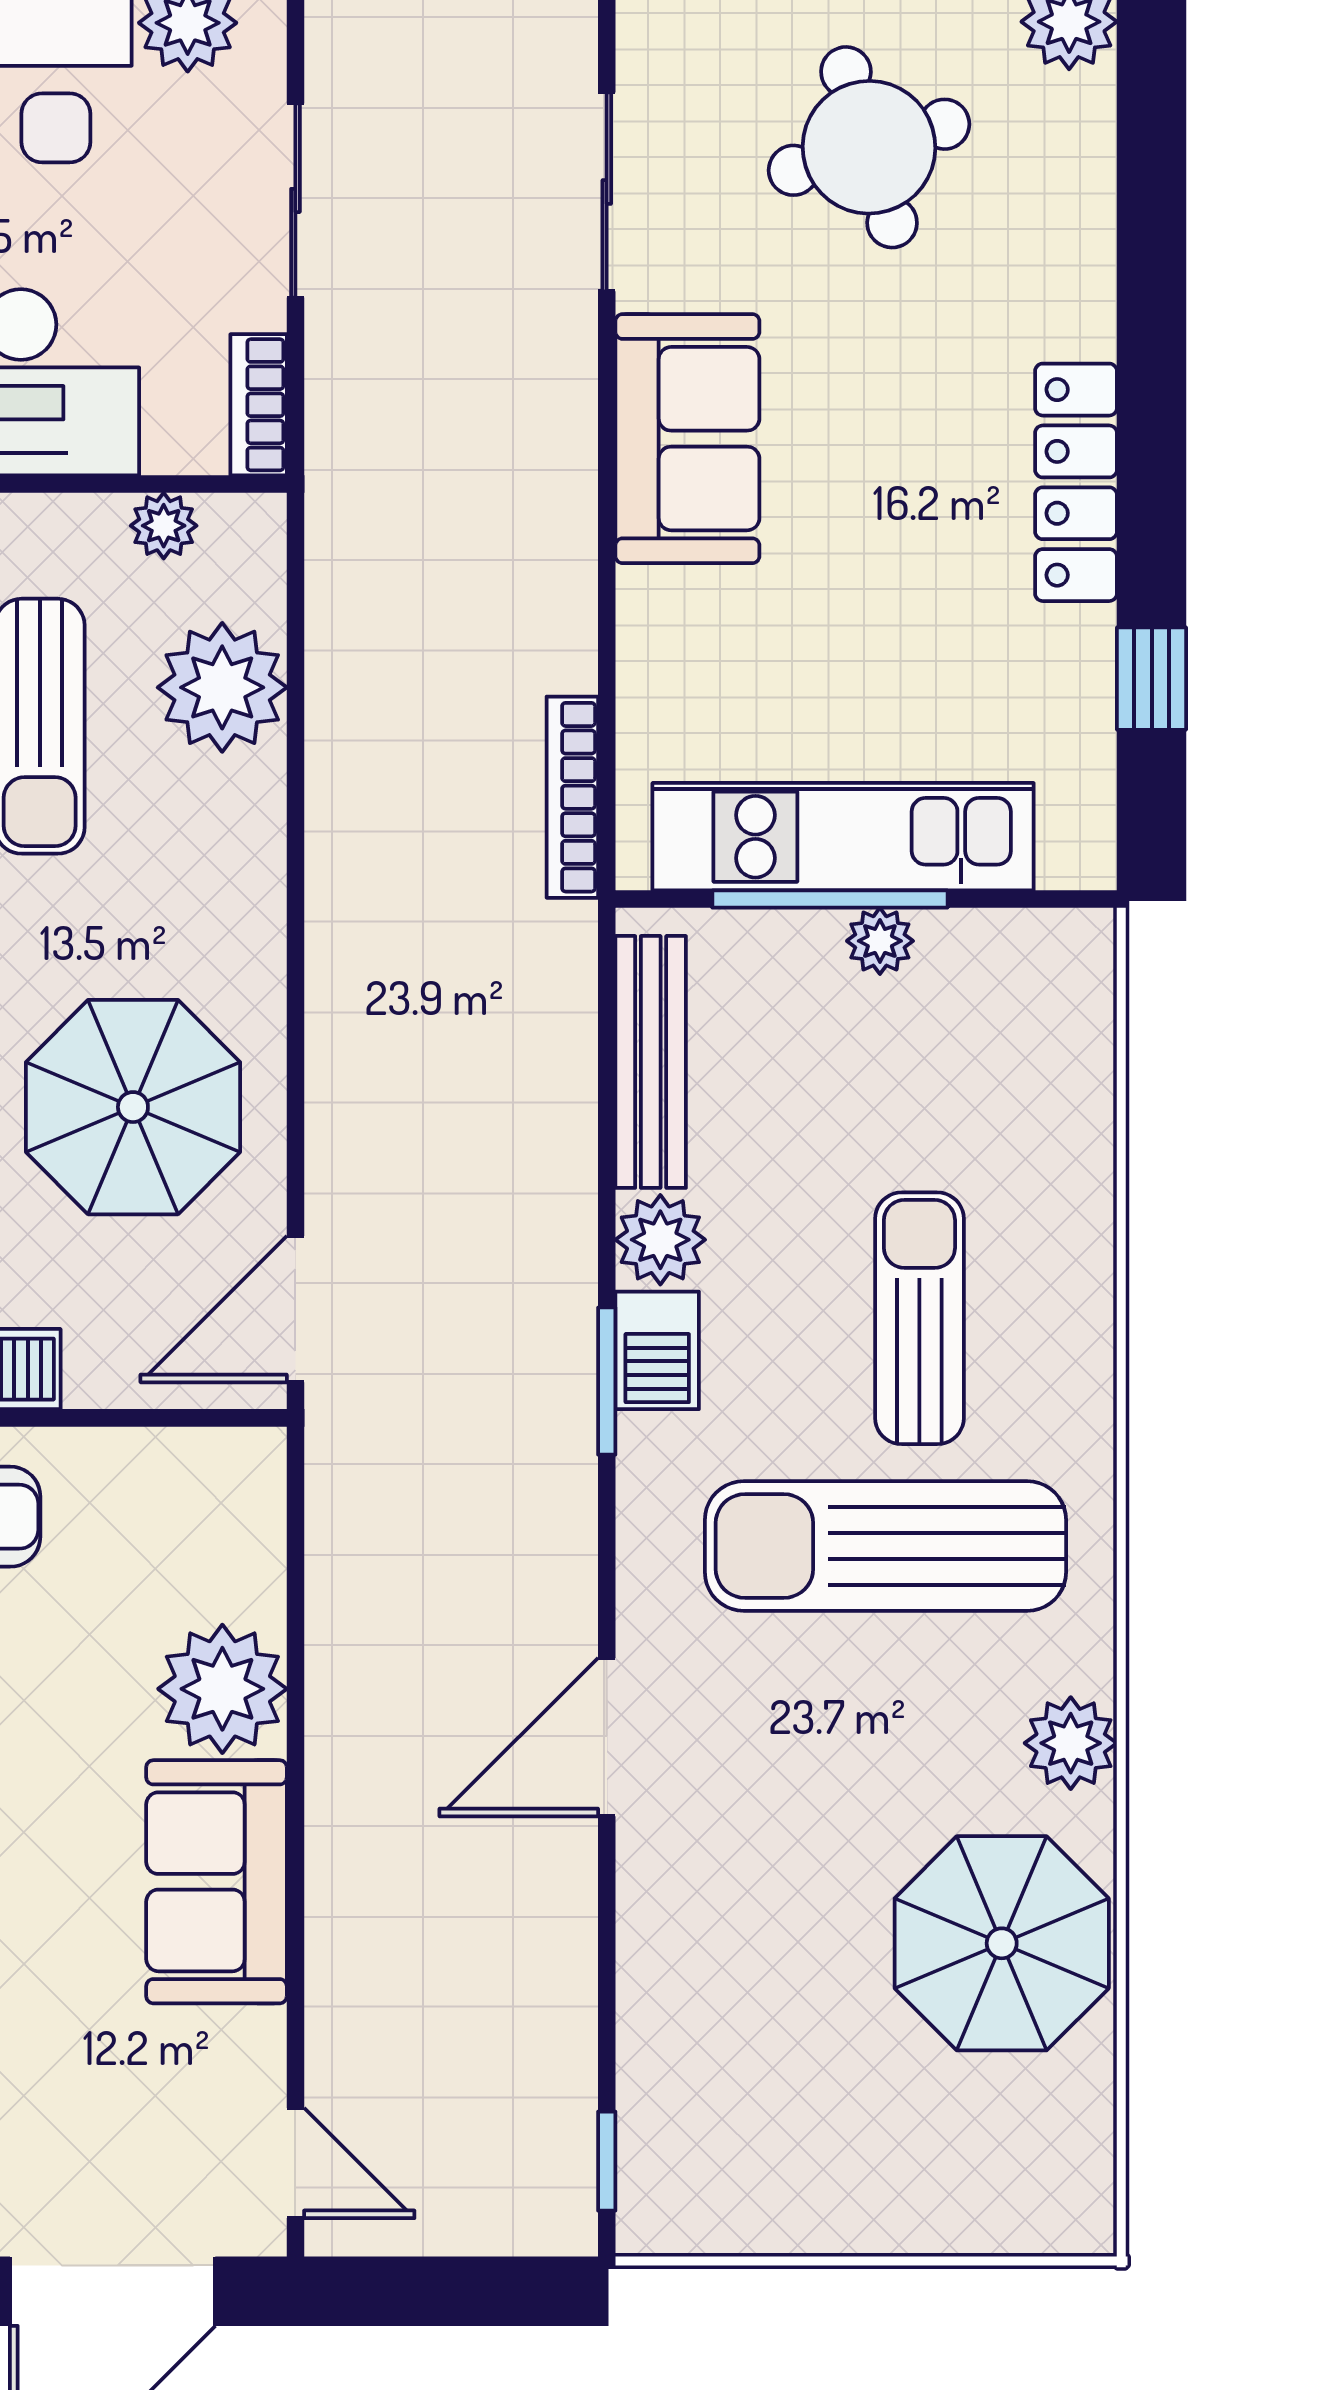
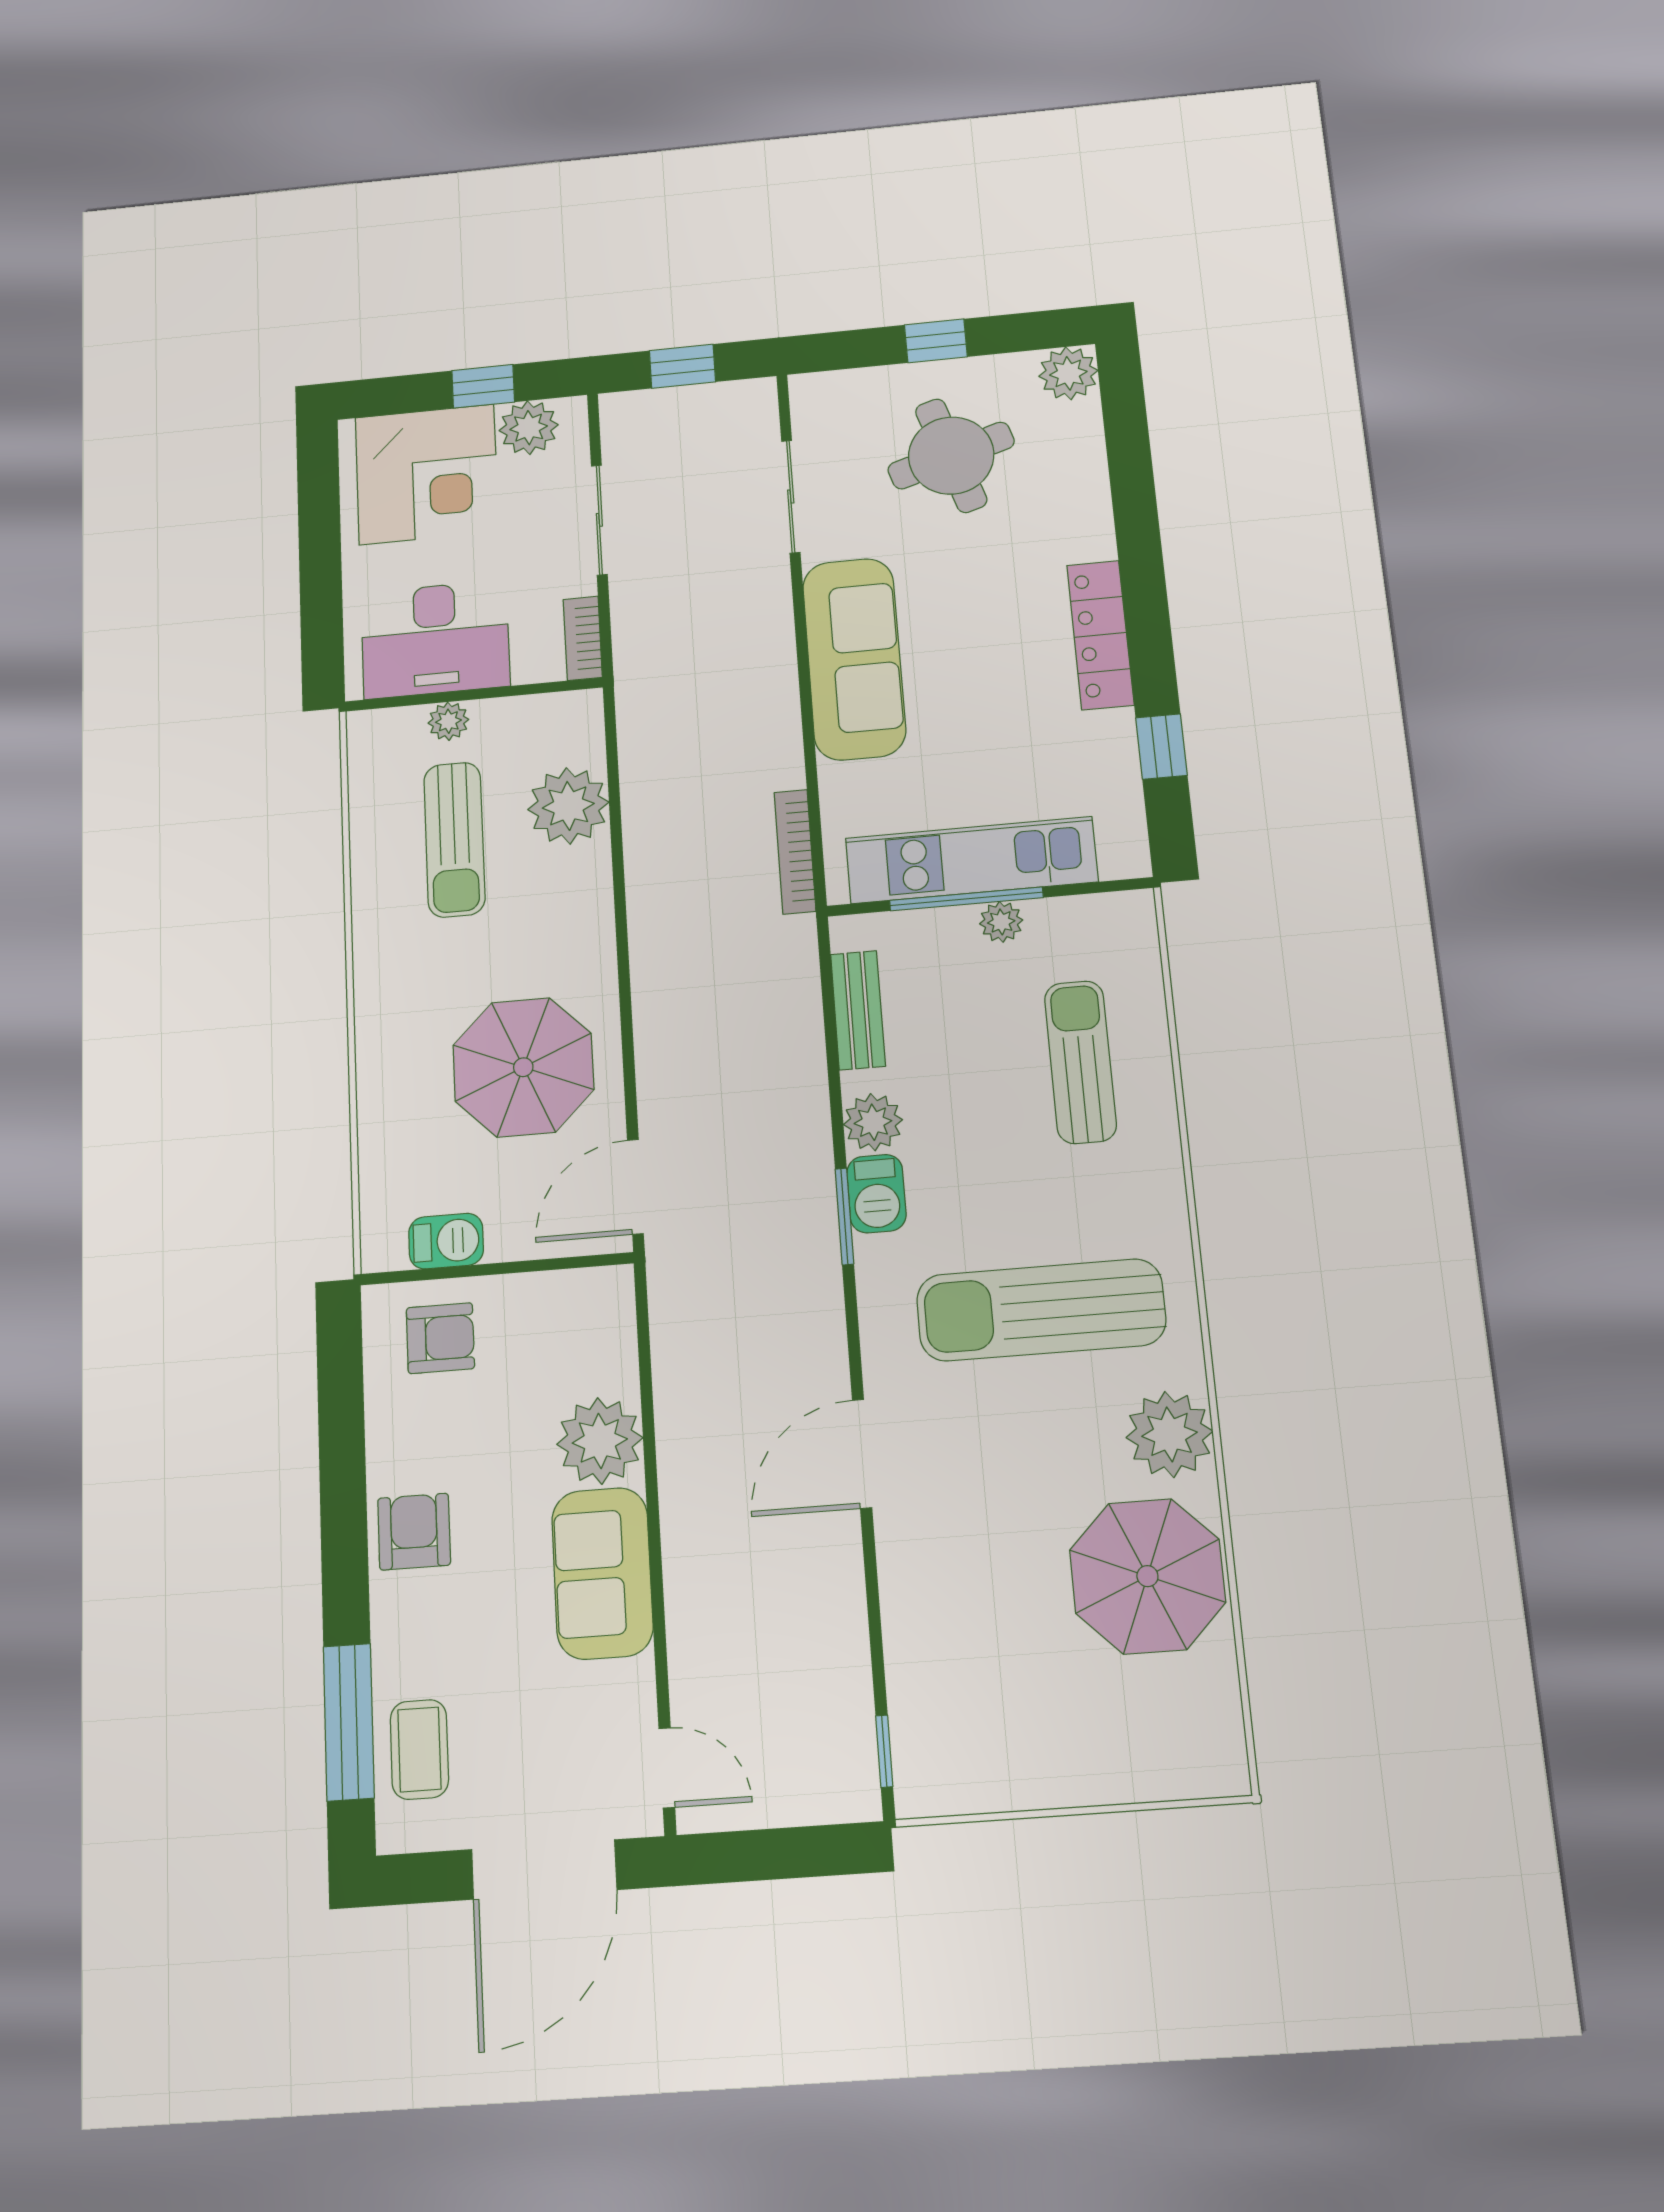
sofa: (687, 439) -> (854, 659), width x1.36
plant: (164, 526) -> (448, 721), moved
bench: (651, 1062) -> (858, 1010), width x0.73
sun lounger: (919, 1318) -> (1080, 1062), moved
plant: (1071, 1743) -> (1169, 1434), width x1.36, depth x1.36

